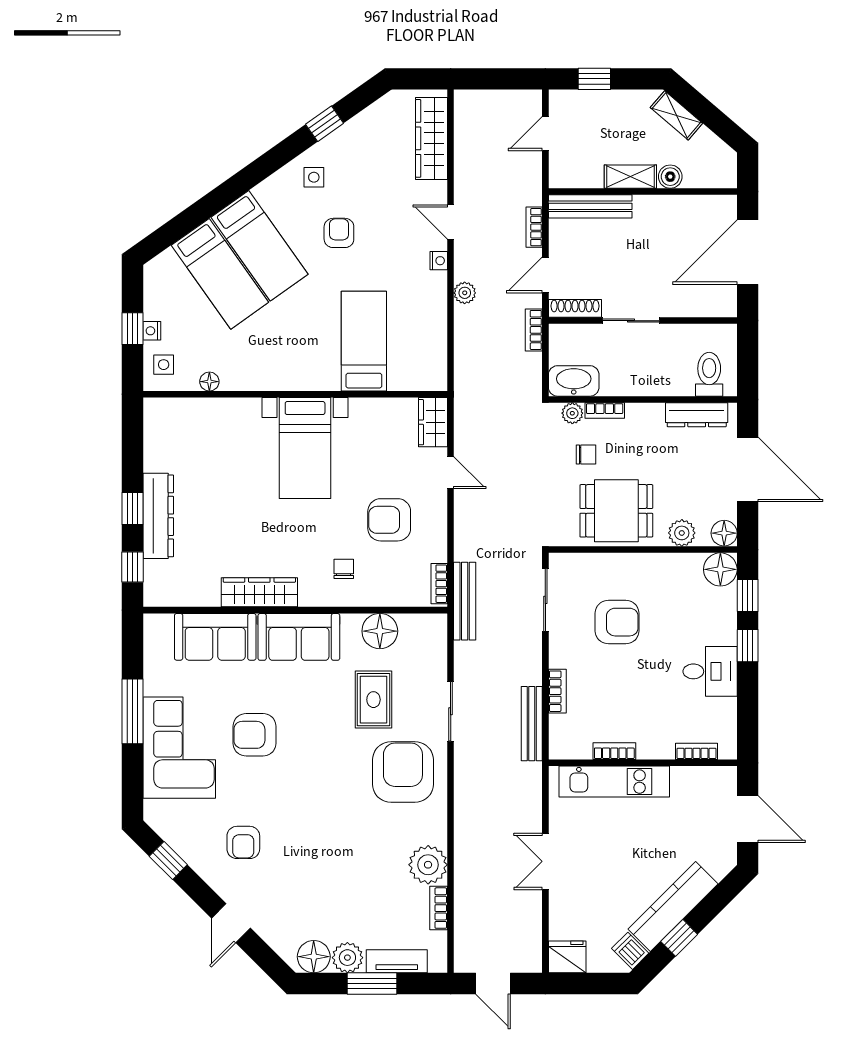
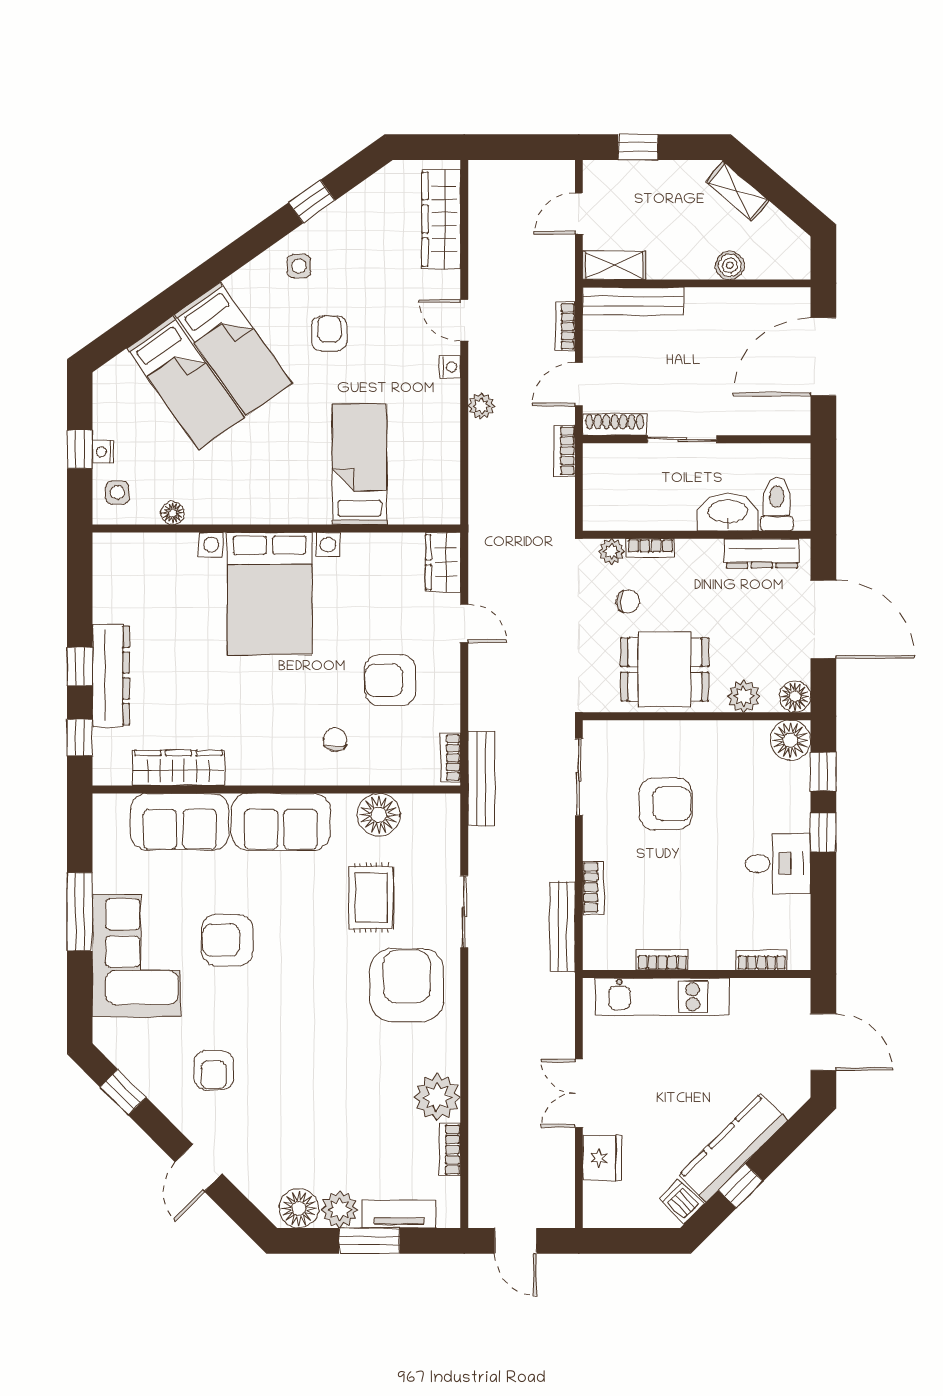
shelving: (630, 177) -> (614, 265), moved
washbasin: (574, 381) -> (728, 512), moved
bed with nightstands: (305, 448) -> (270, 593), width x1.36
wardrobe: (259, 592) -> (178, 768), moved
fridge: (567, 957) -> (602, 1158), moved, turned 90

